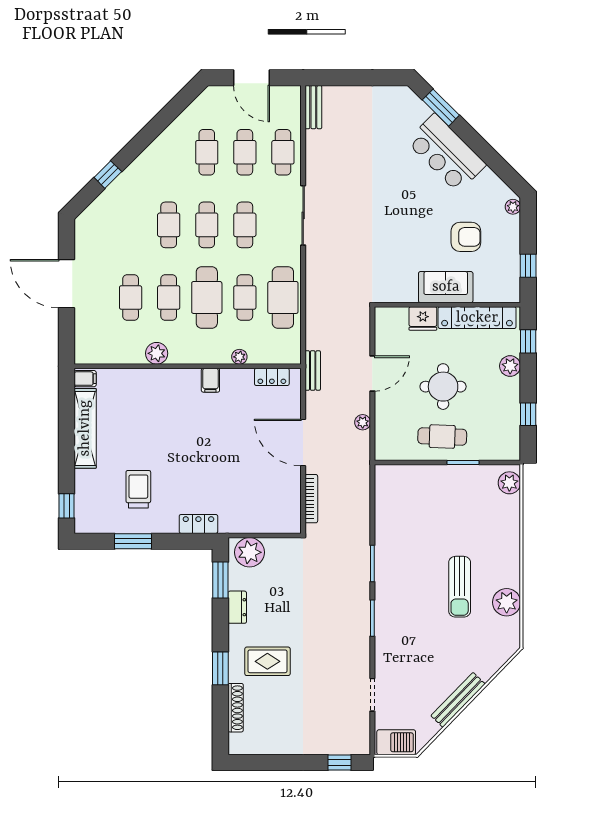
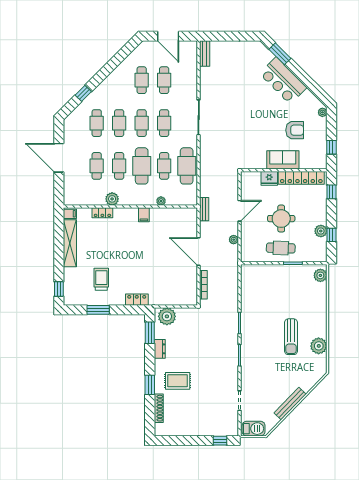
cafe table: (283, 152) -> (97, 123), moved
plant: (510, 366) -> (321, 231), moved
locker: (272, 377) -> (102, 213), moved

